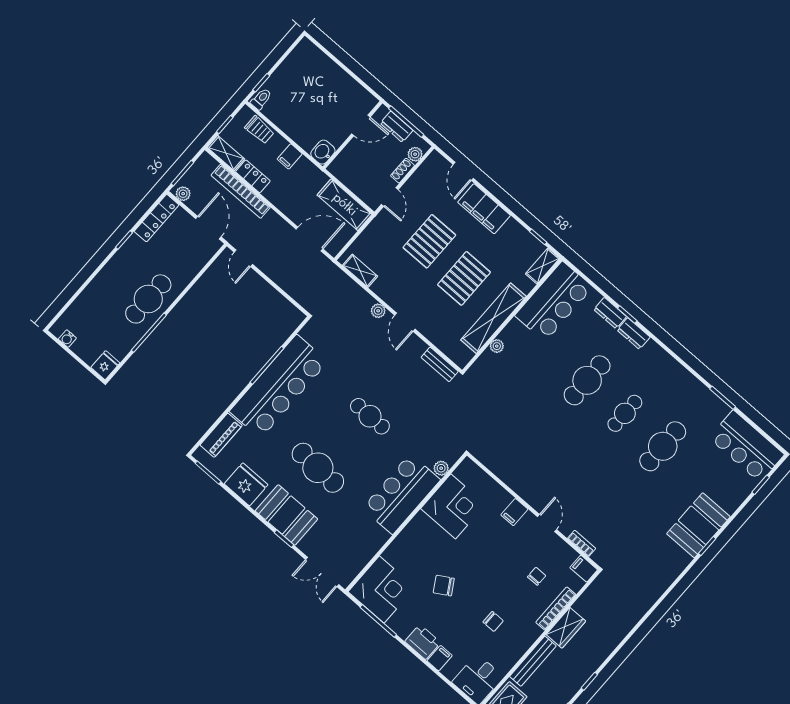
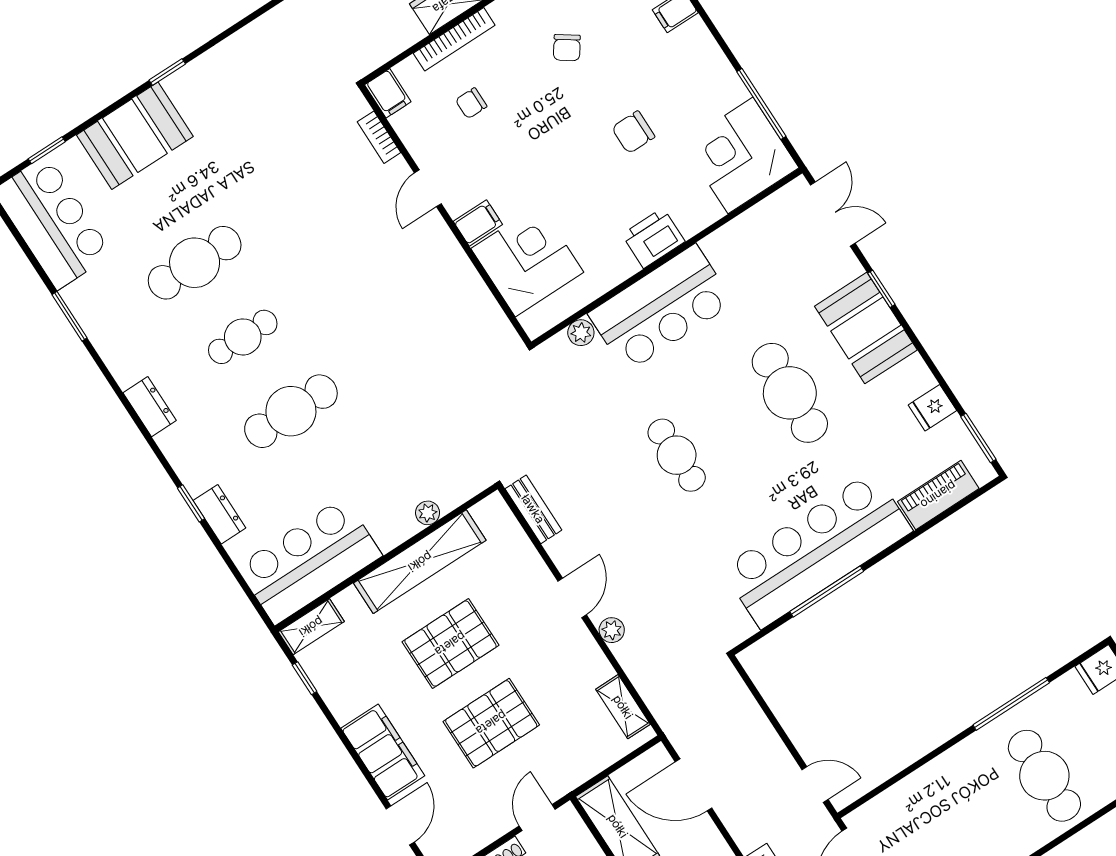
door: (243, 258) -> (815, 784), hinge flipped
cafe table: (148, 299) -> (1044, 776), moved, turned 90
dresser: (634, 334) -> (150, 407), moved
fridge: (246, 484) -> (932, 408), width x0.53, depth x0.75
corner desk: (453, 506) -> (527, 260), moved, turned 90
booth: (698, 525) -> (135, 136), moved
chair: (444, 586) -> (633, 132), turned 121
chair: (493, 621) -> (567, 48), turned -145
printer: (423, 642) -> (653, 238), moved, turned 90

